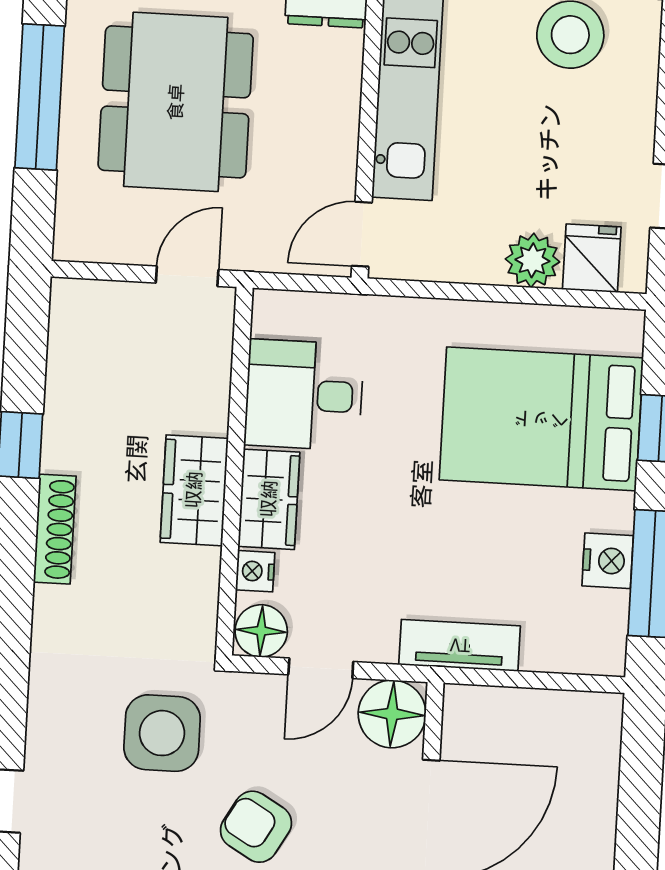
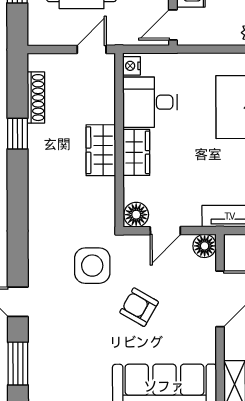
shoe rack: (55, 529) -> (36, 98), moved
nightstand: (255, 571) -> (132, 66), moved
floor lamp: (392, 714) -> (205, 246), width x0.73, depth x0.73

